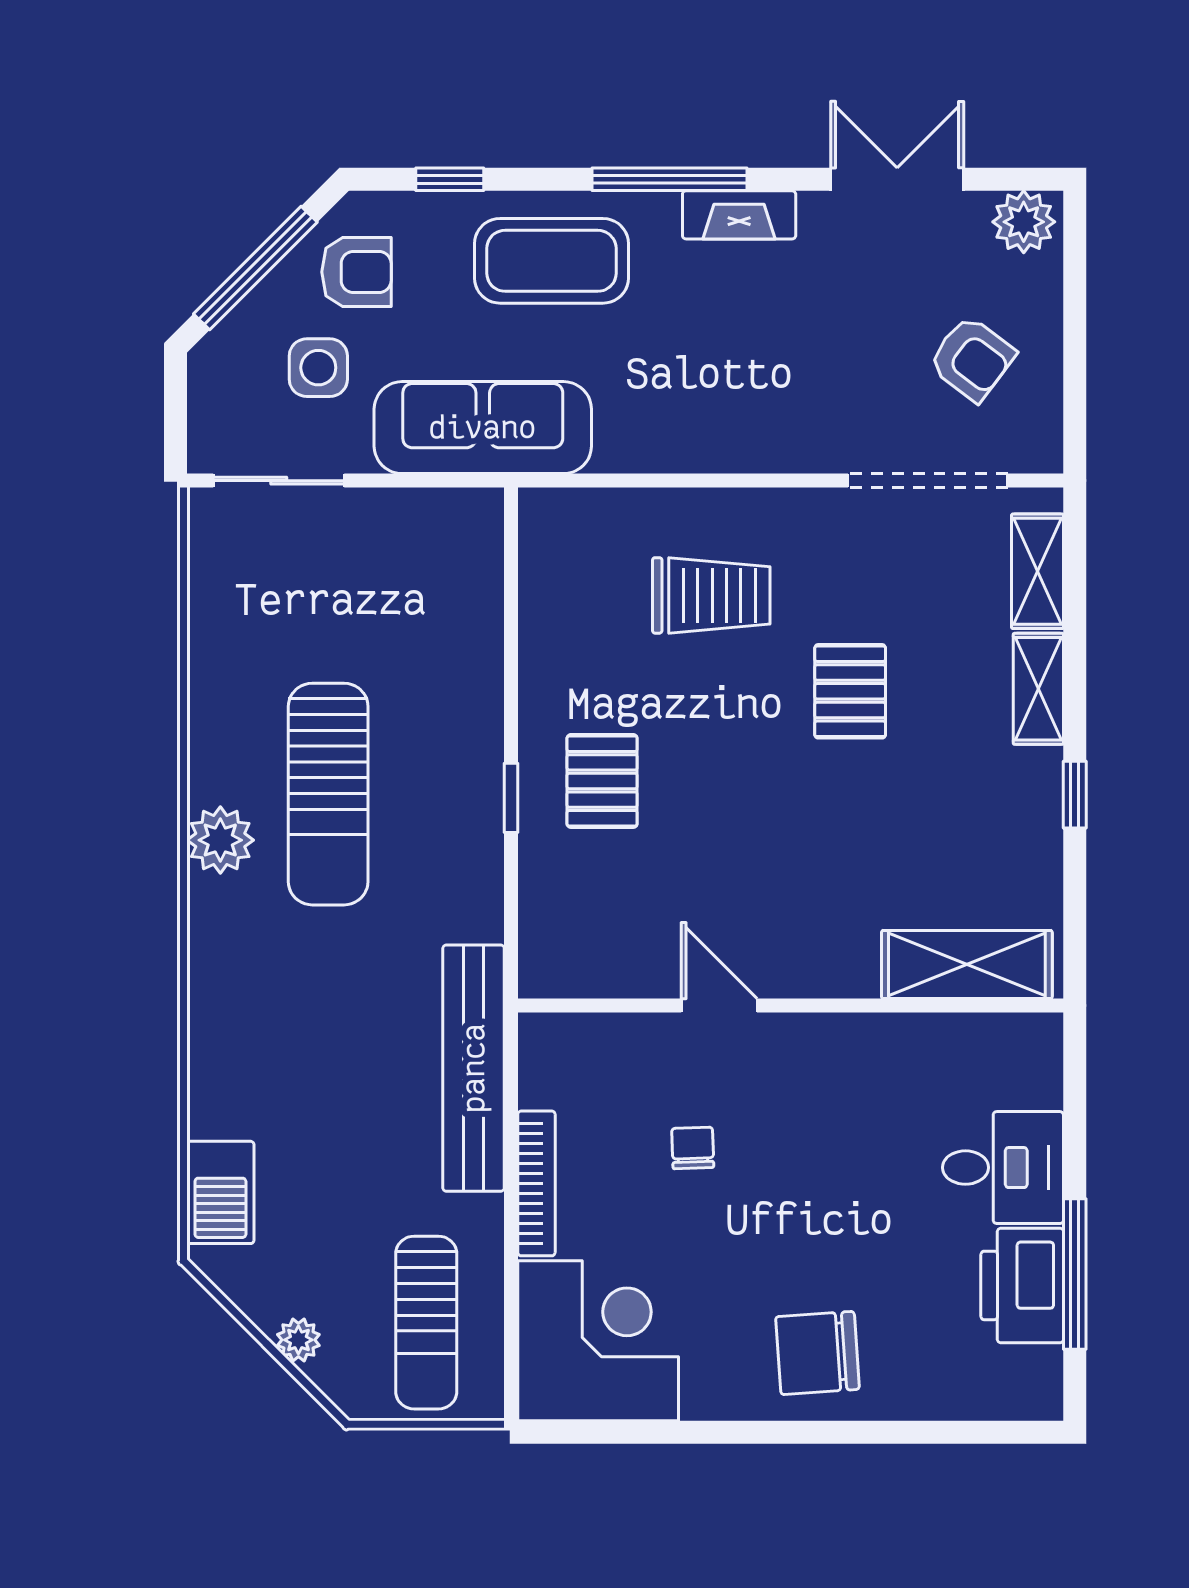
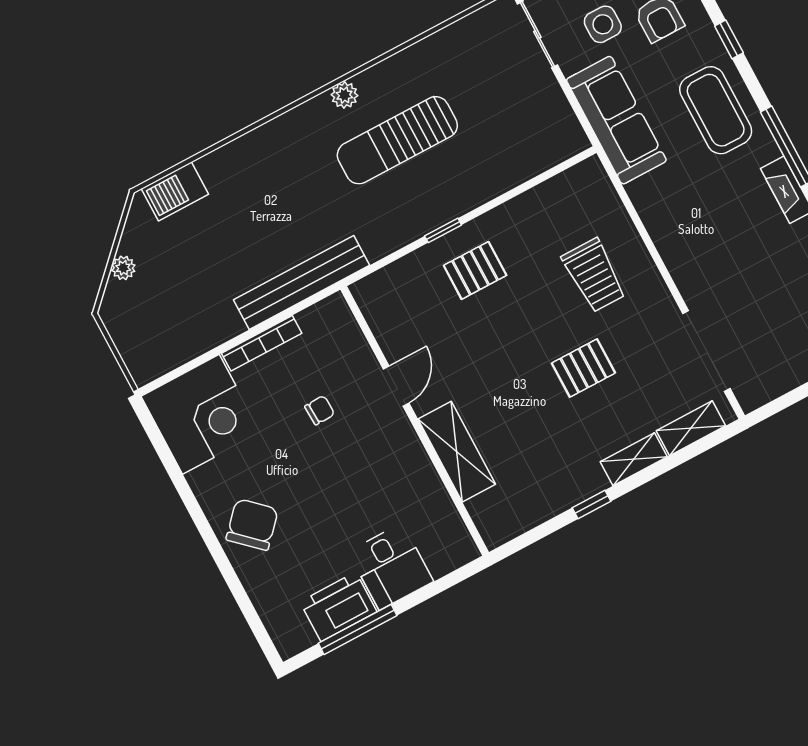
armchair: (972, 359) -> (777, 341), removed
plant: (220, 840) -> (344, 95), width x0.73, depth x0.73
shelving: (967, 965) -> (457, 452), moved
sun lounger: (426, 1323) -> (165, 326), removed
chair: (818, 1353) -> (252, 525), turned 47

